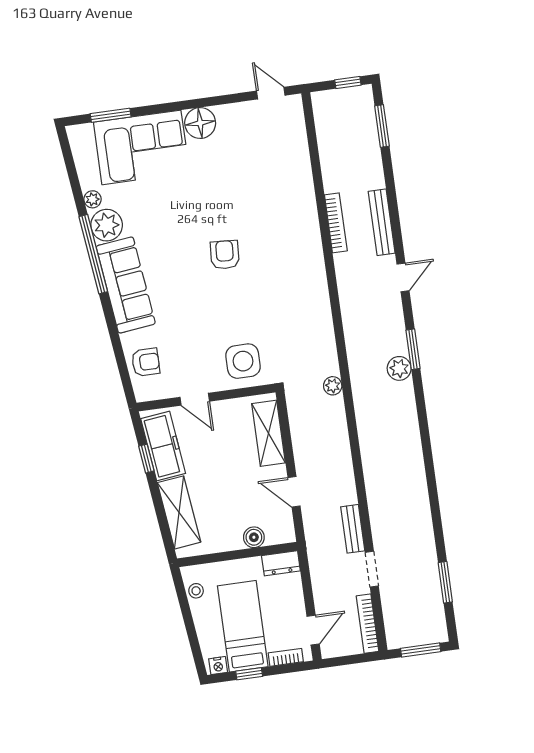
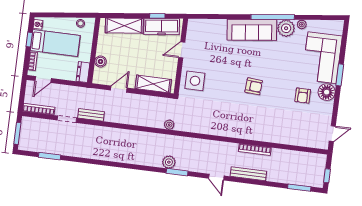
window: (111, 115) -> (340, 75), moved
armchair: (146, 362) -> (303, 96), moved
door: (313, 630) -> (43, 80), hinge flipped

